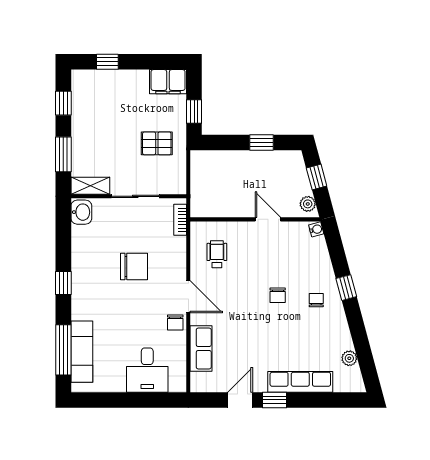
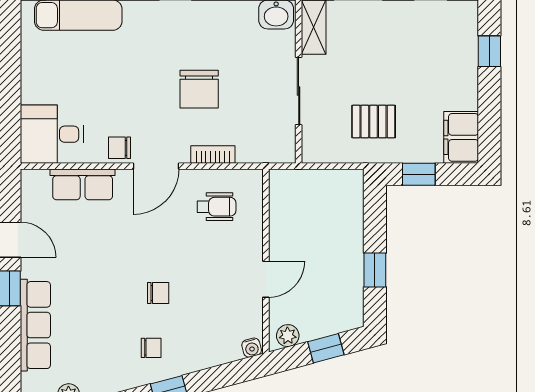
pallet: (157, 143) -> (374, 121), turned 90
bookcase: (180, 220) -> (213, 155), moved
chair: (278, 295) -> (158, 293), turned 180
desk: (147, 370) -> (52, 134), moved

